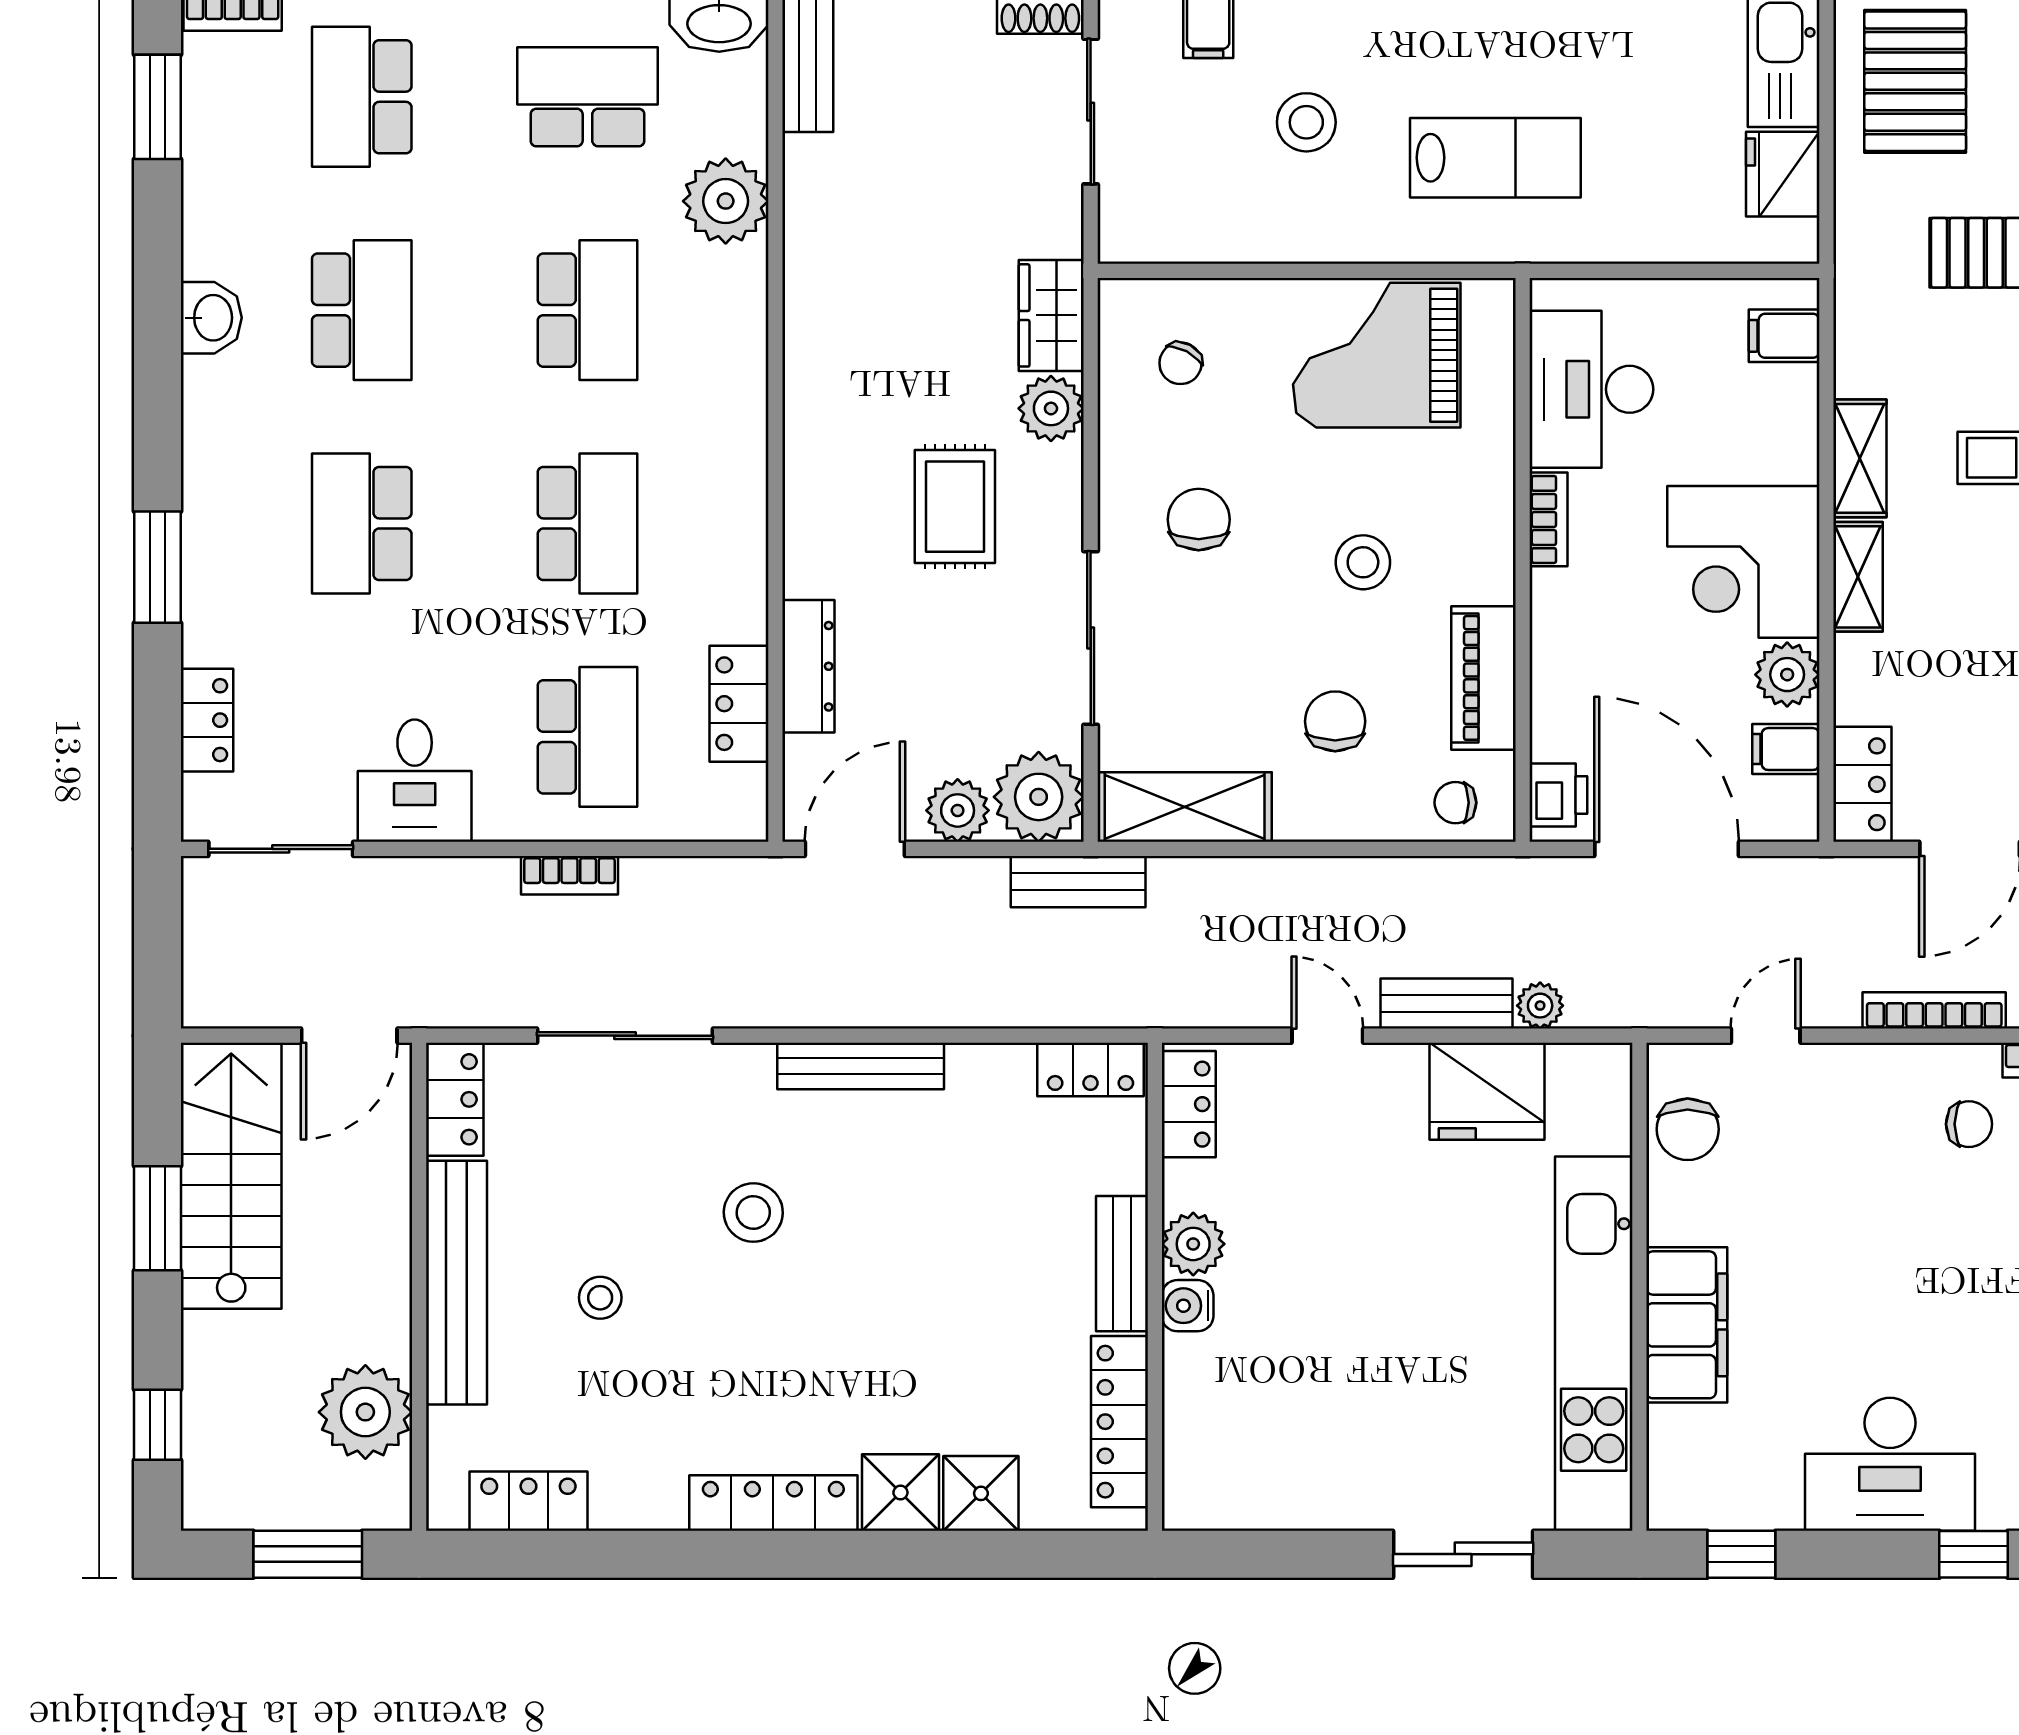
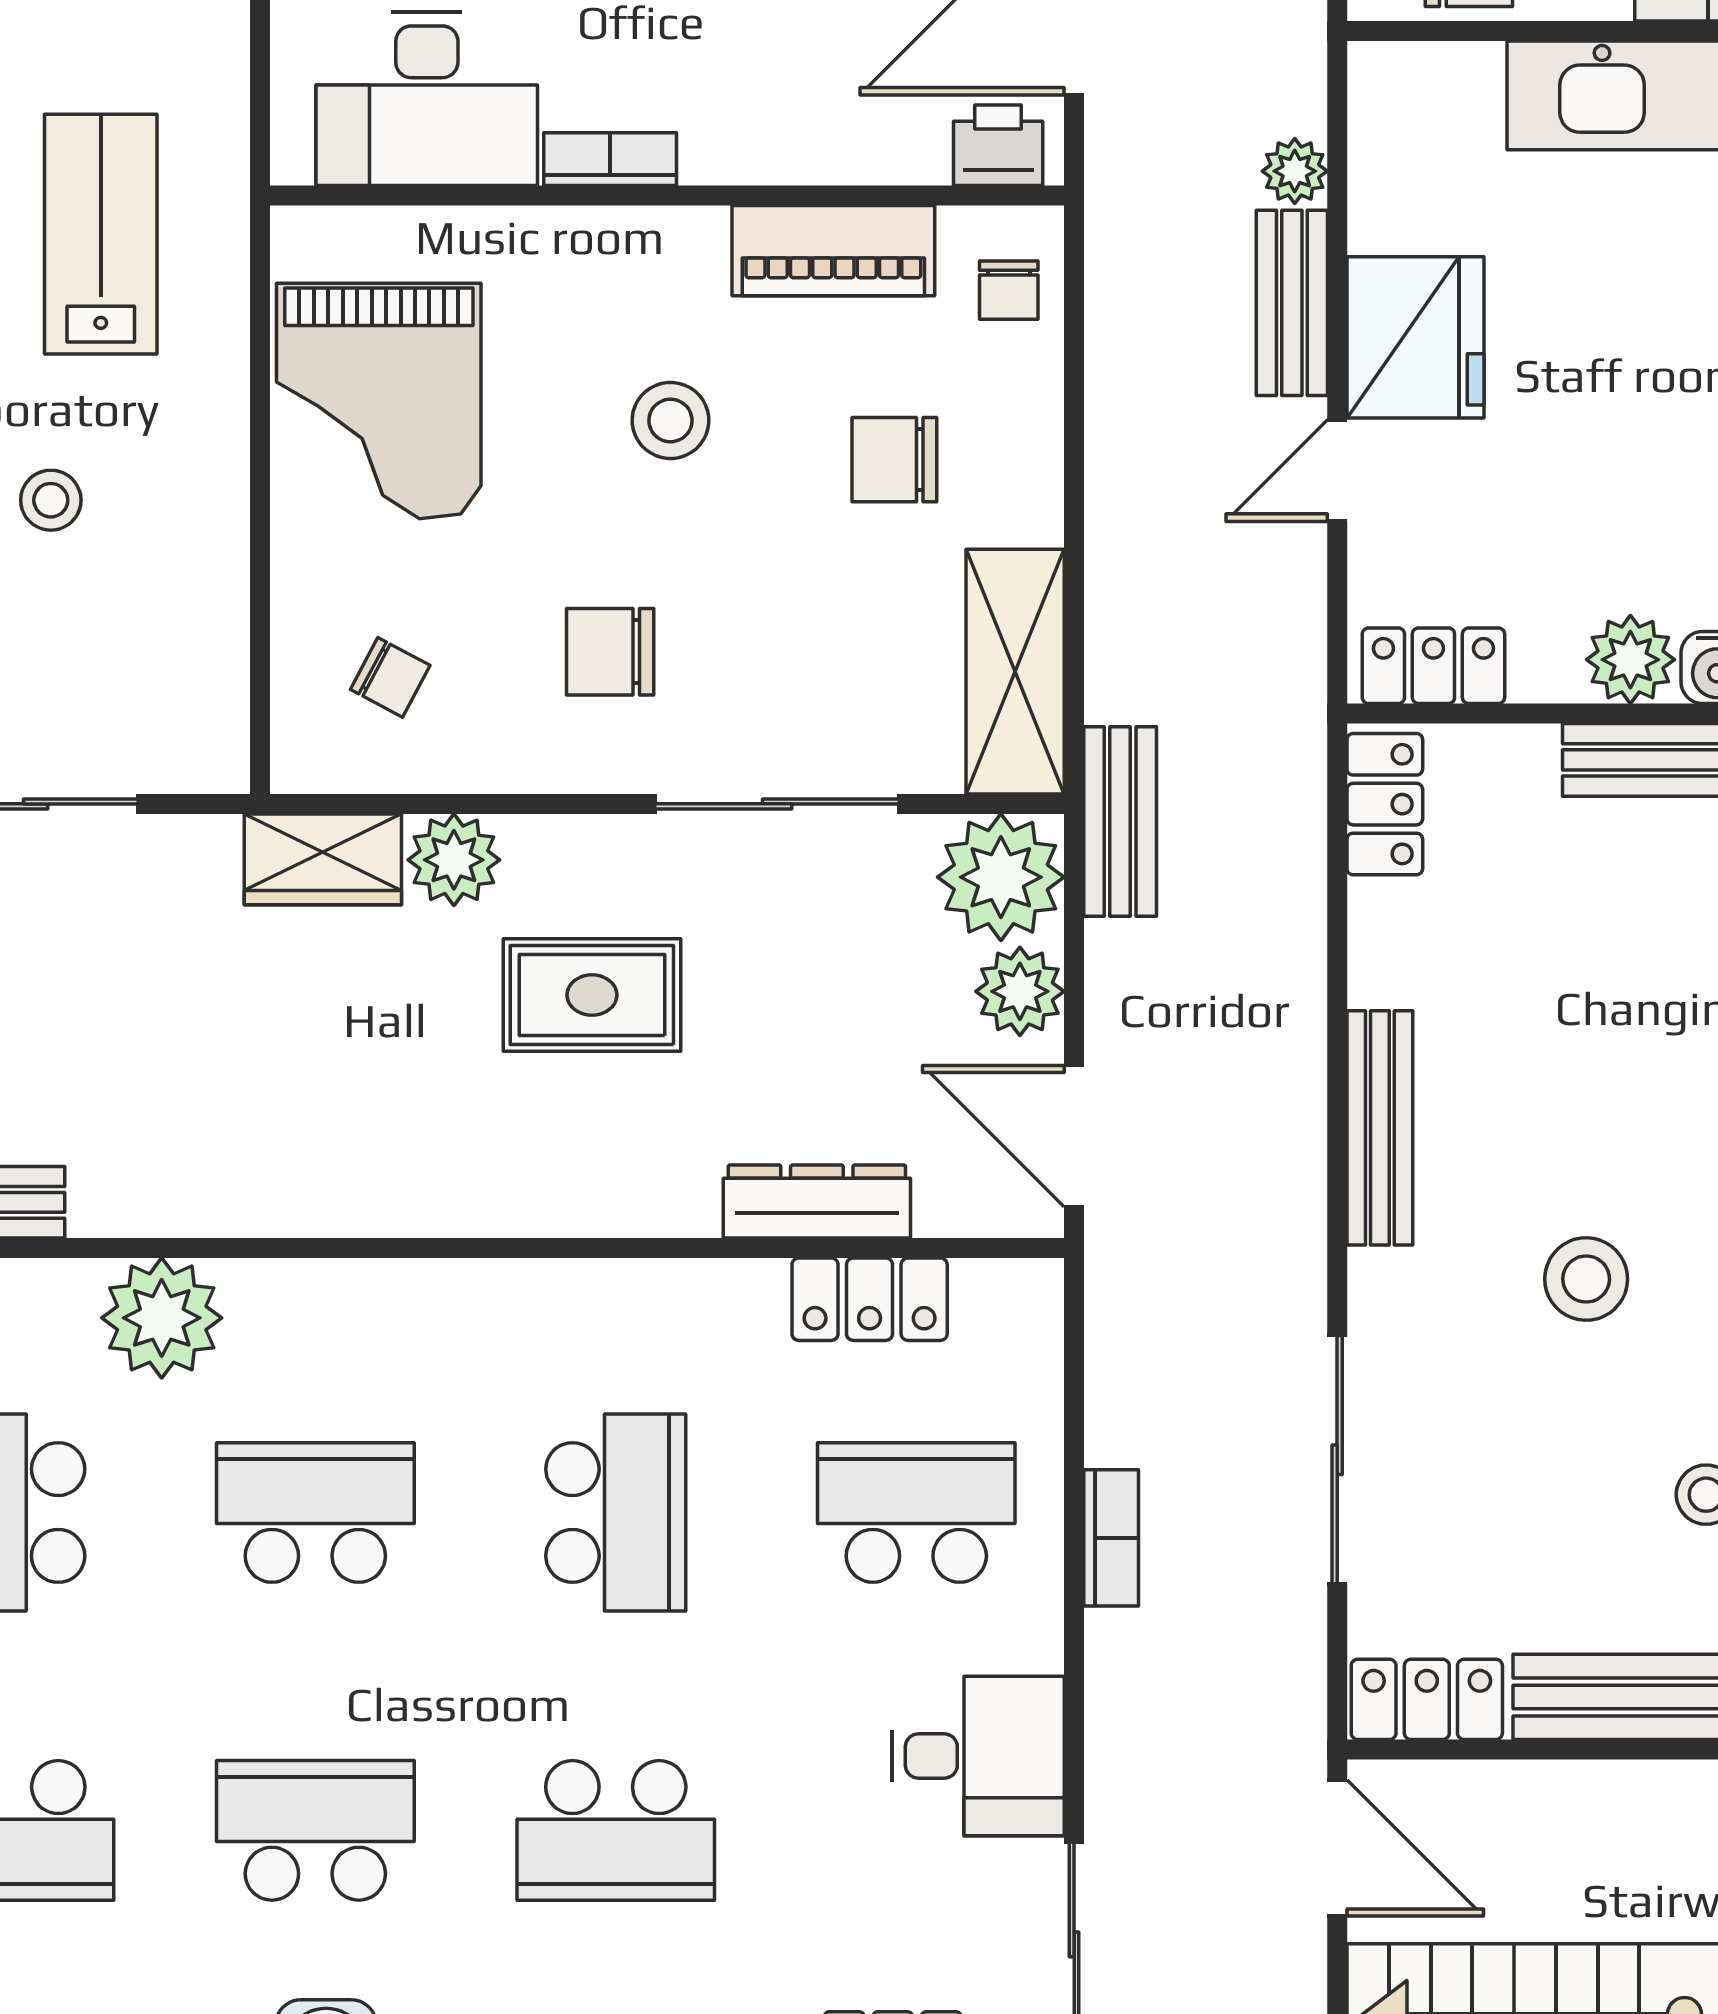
stool: (1306, 122) -> (51, 500), width x0.73, depth x0.73
school desk: (587, 523) -> (616, 1512), turned 90
fridge: (1487, 1091) -> (1415, 337), moved

